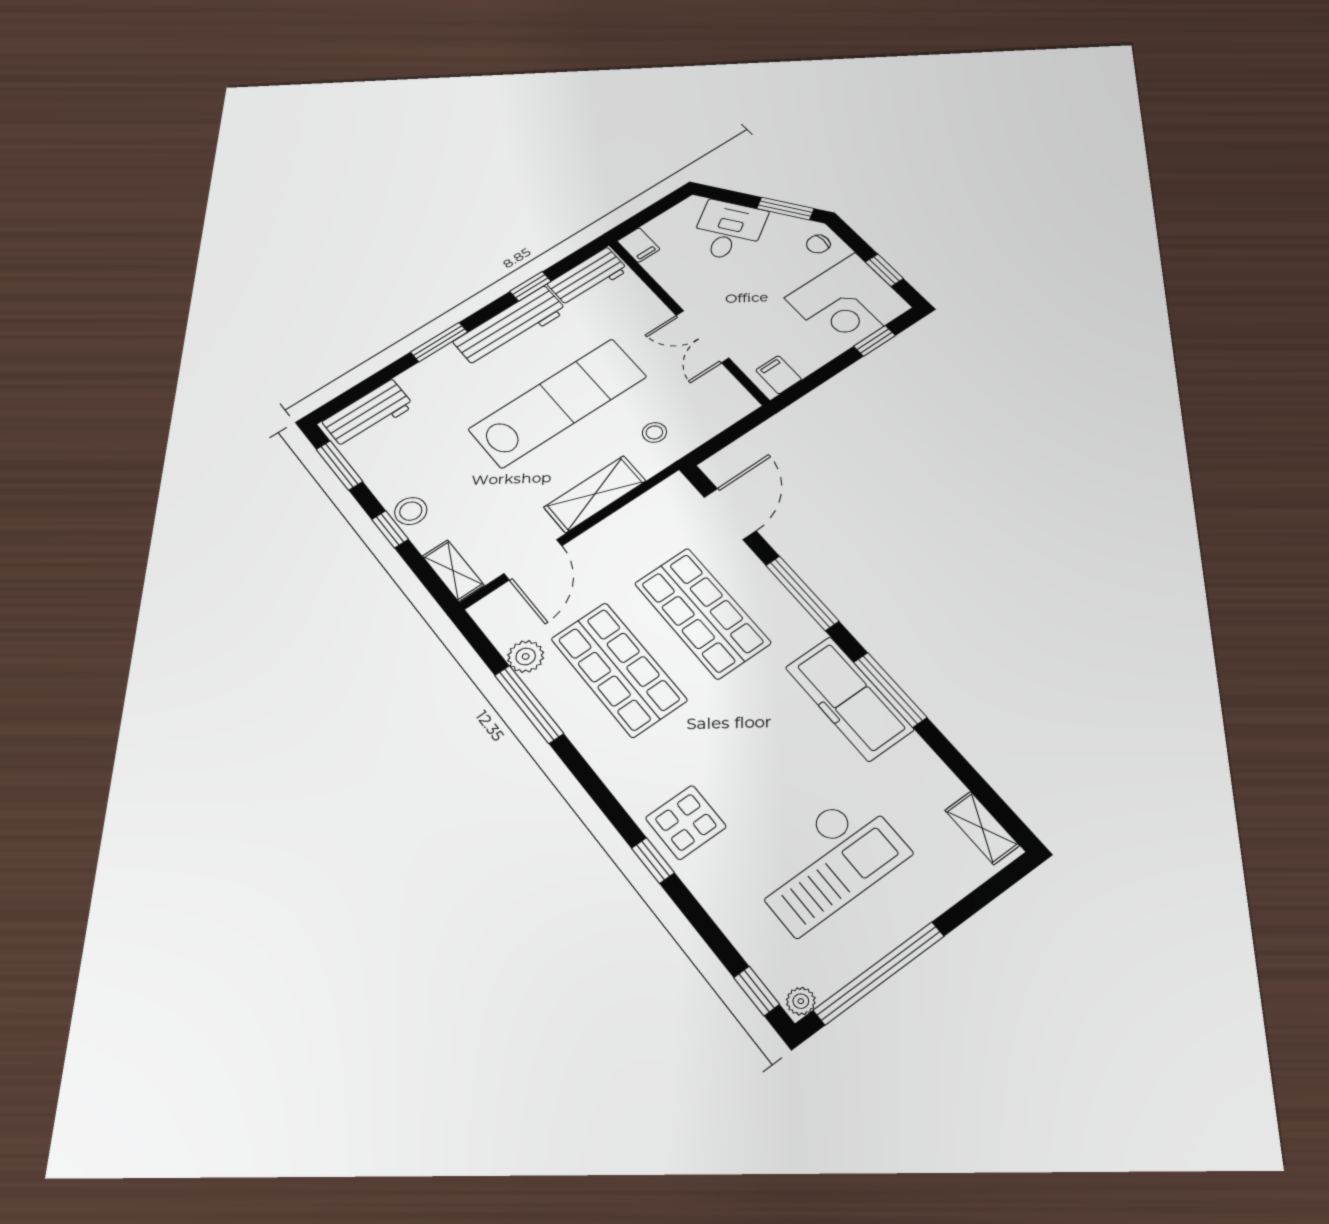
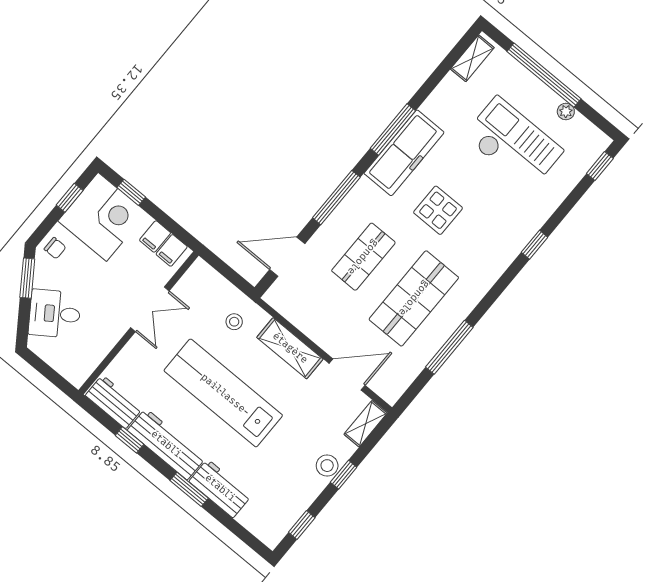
filing cabinet: (639, 245) -> (155, 237), moved, turned 180
workbench: (368, 414) -> (220, 488), moved
window: (339, 465) -> (302, 525), width x0.67
shop shelf: (702, 613) -> (363, 257), width x0.70, depth x0.74
plant: (526, 656) -> (417, 359), removed
display table: (686, 822) -> (438, 210), moved
window: (879, 973) -> (544, 75), moved
plant: (801, 1001) -> (566, 111), moved

